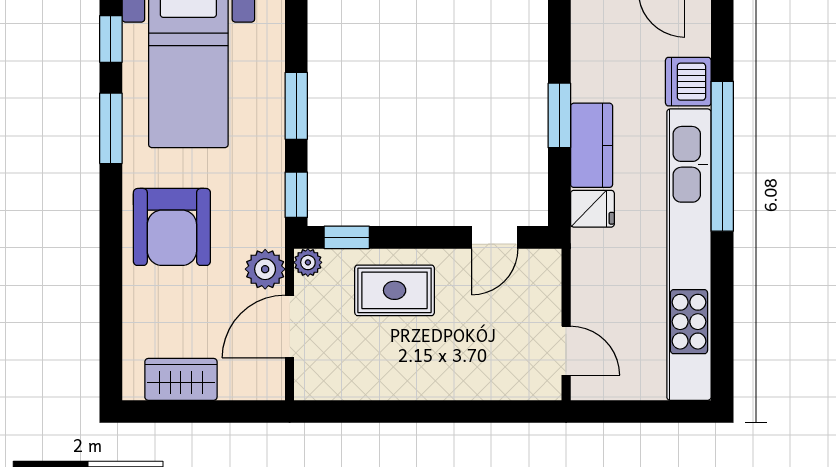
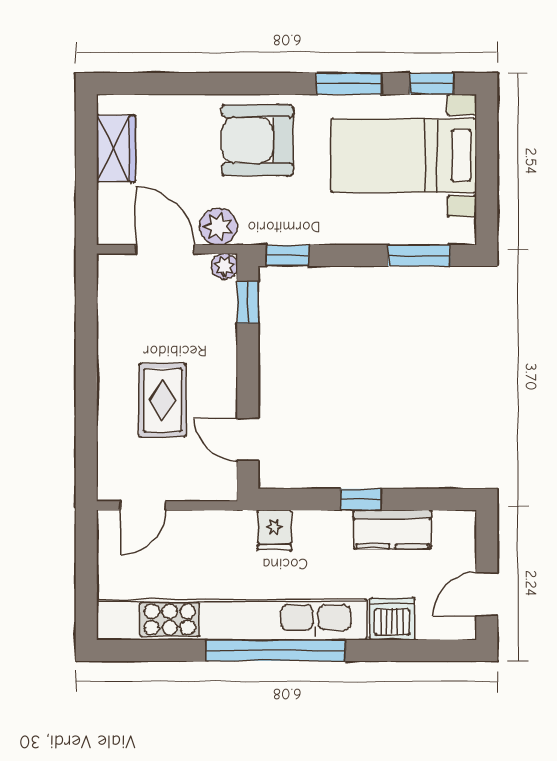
window: (296, 106) -> (419, 255), moved
window: (559, 115) -> (361, 499), width x0.67
kitchen counter: (592, 145) -> (392, 529), moved
window: (722, 156) -> (276, 650), moved
rug: (395, 290) -> (162, 400), moved

